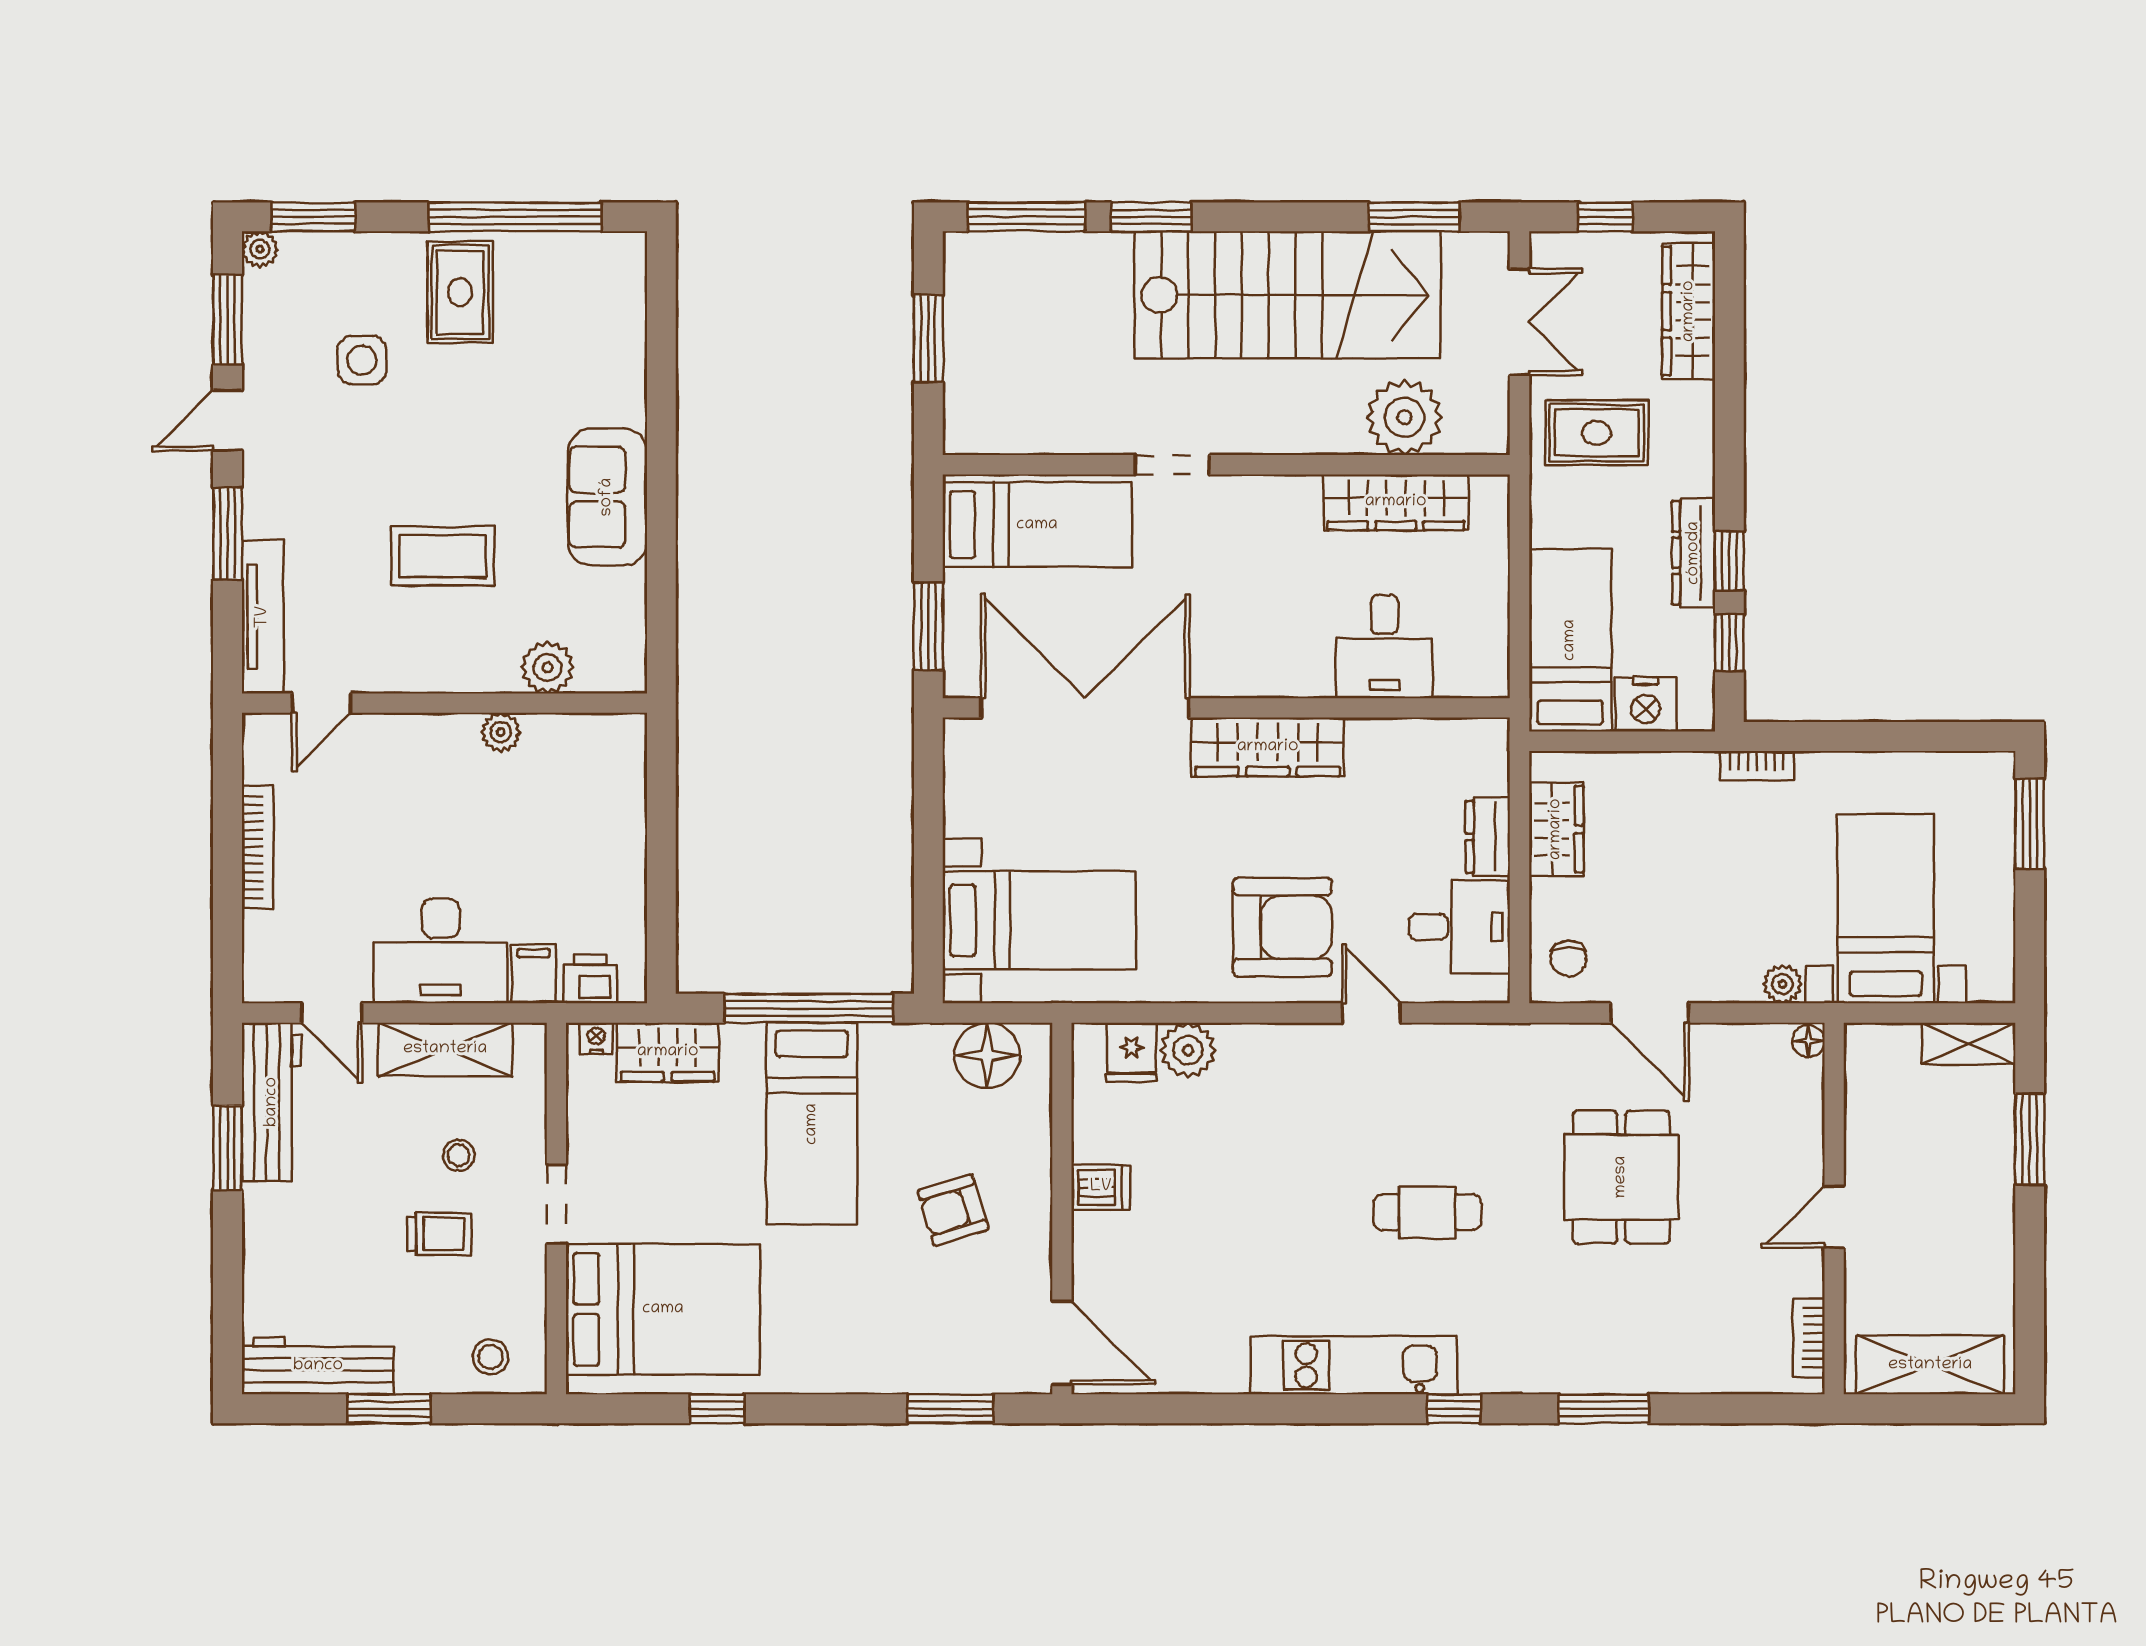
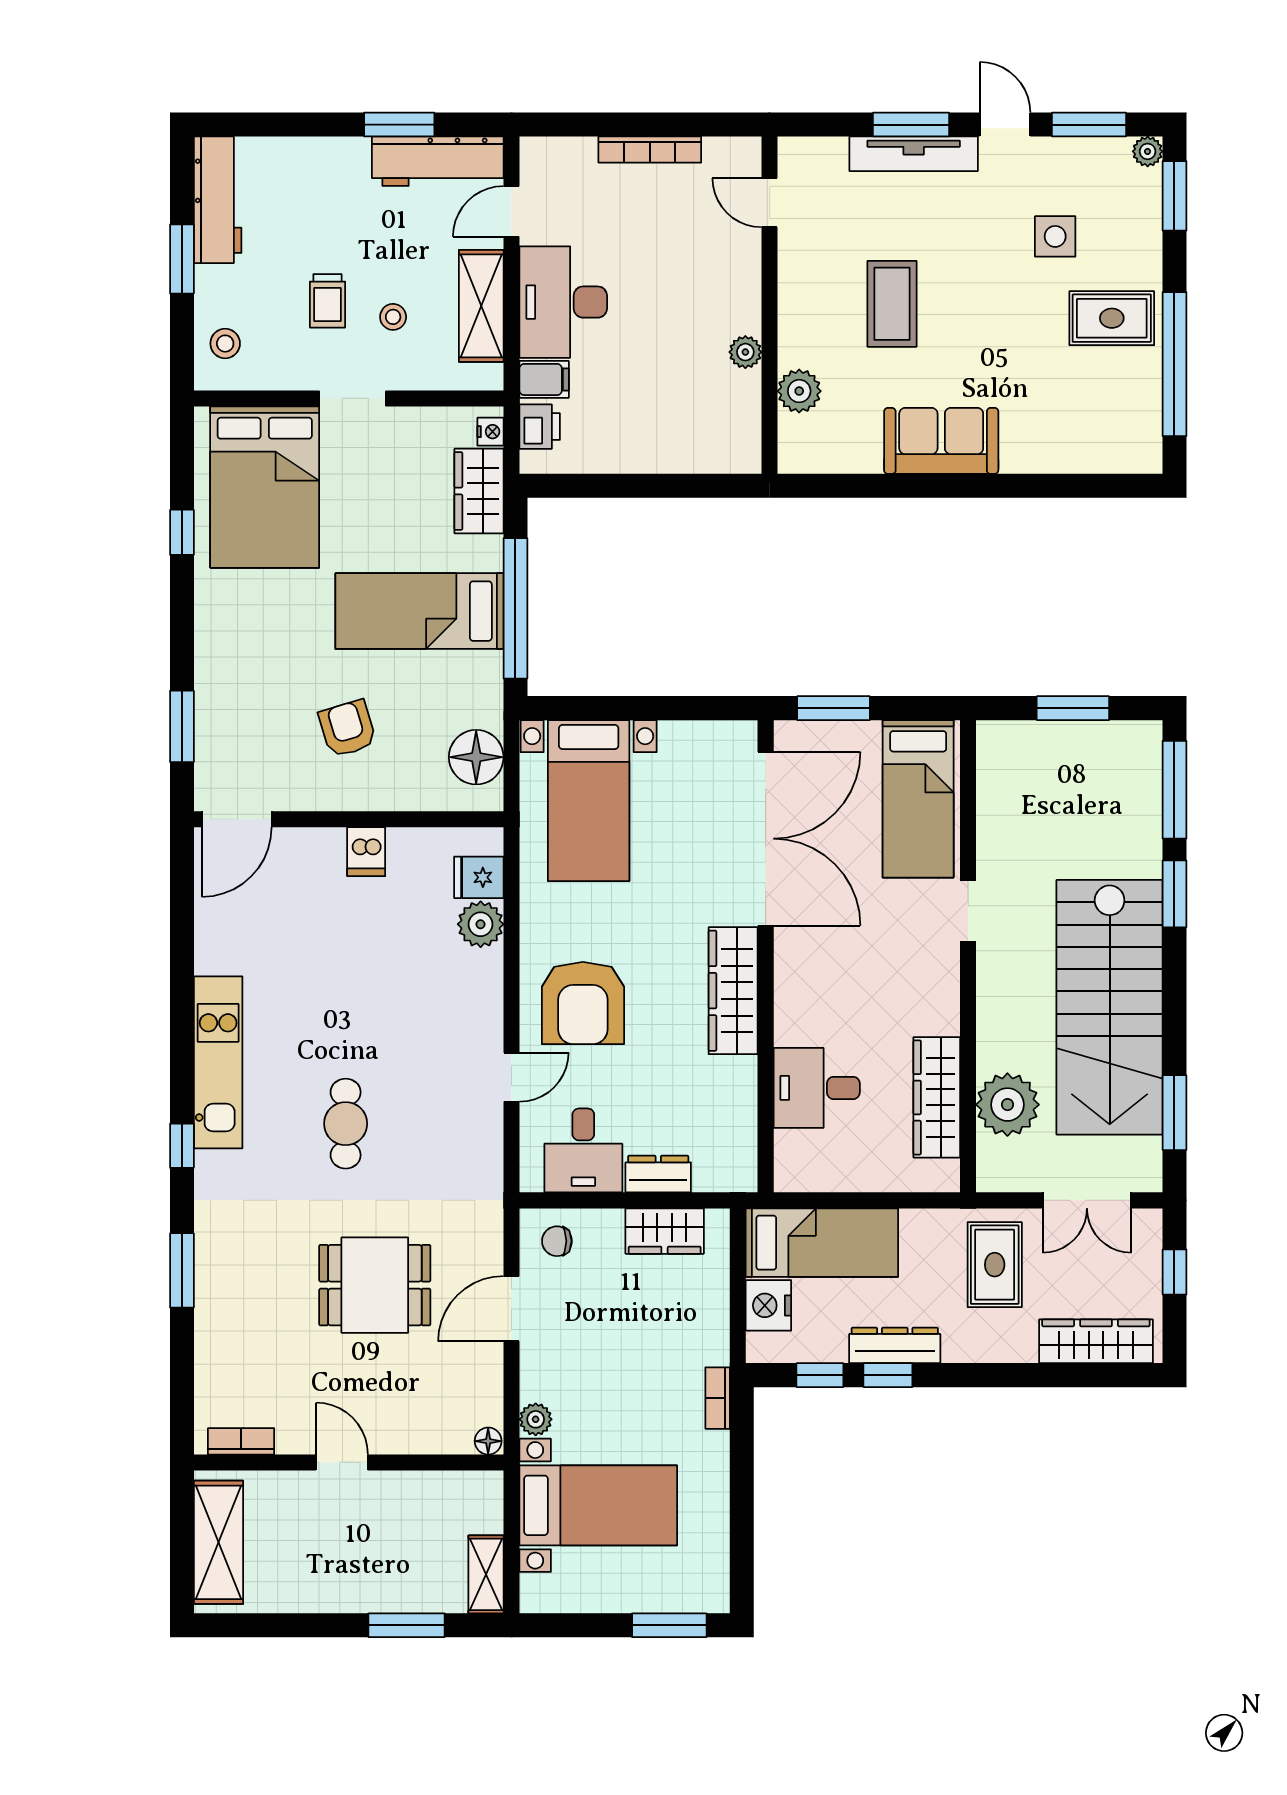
tv unit: (263, 617) -> (914, 154), moved

